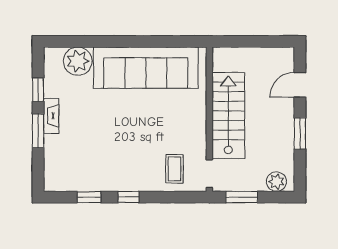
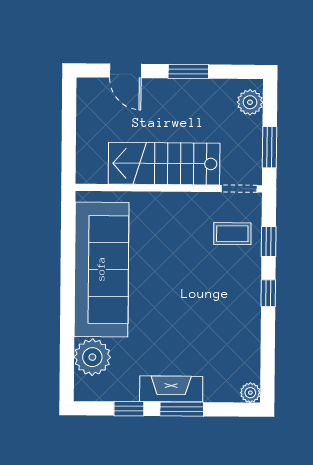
fireplace: (51, 116) -> (171, 389), width x1.37, depth x1.32
plant: (51, 184) -> (250, 393), added
window: (89, 197) -> (269, 241), moved

